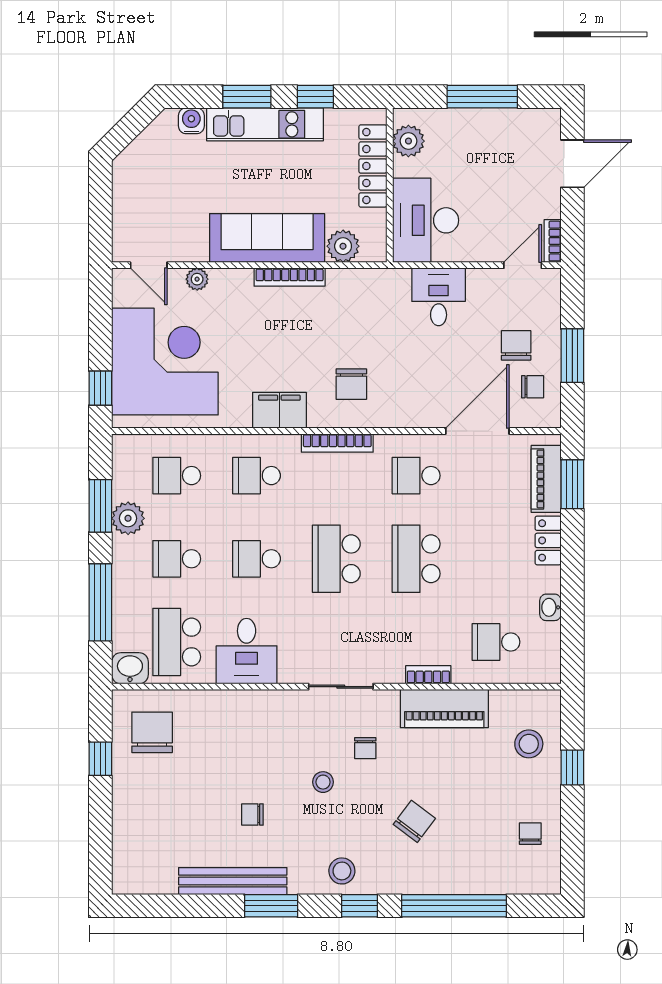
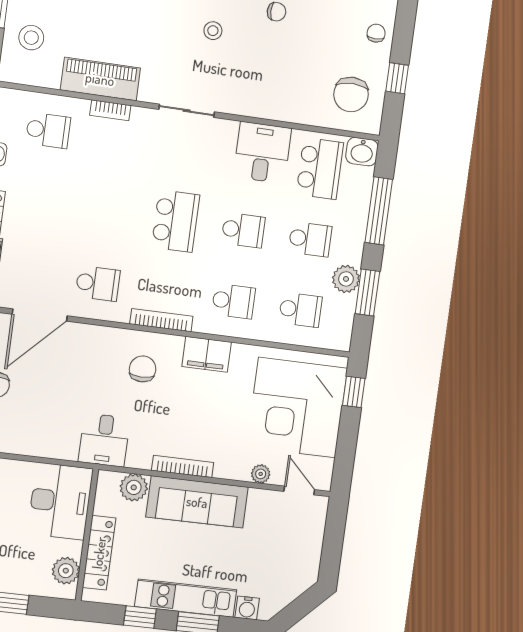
desk: (439, 297) -> (104, 440), moved
school desk: (416, 559) -> (107, 212), removed
chair: (365, 748) -> (376, 33), moved

